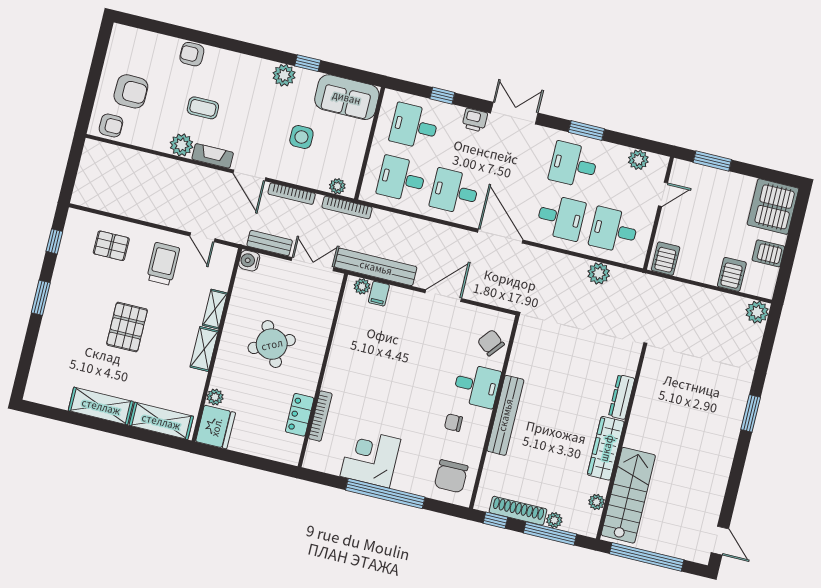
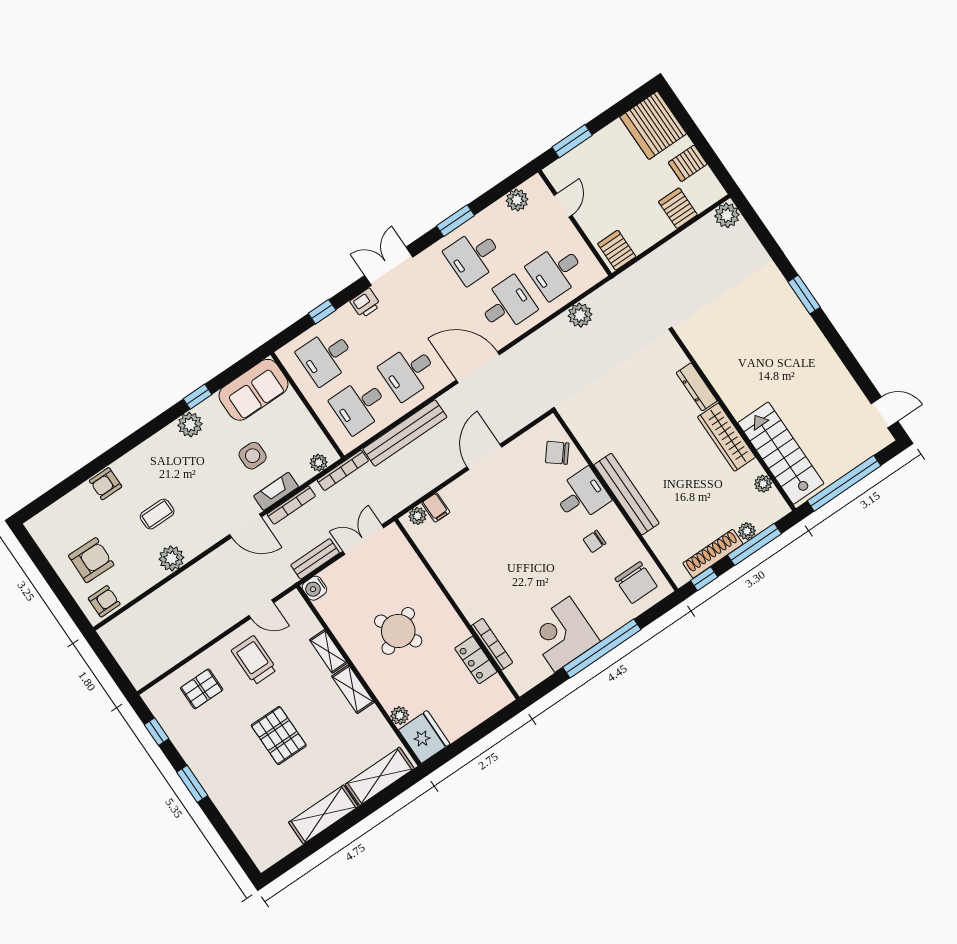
fireplace: (213, 156) -> (276, 491), moved
bench: (376, 267) -> (405, 433), moved

